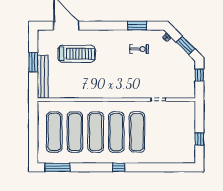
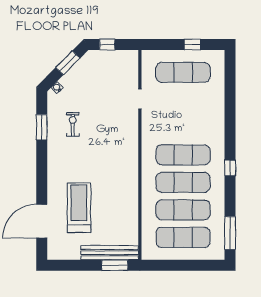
window: (33, 62) -> (115, 265), moved
exercise mat: (137, 132) -> (183, 72), moved
window: (119, 167) -> (230, 168), moved

